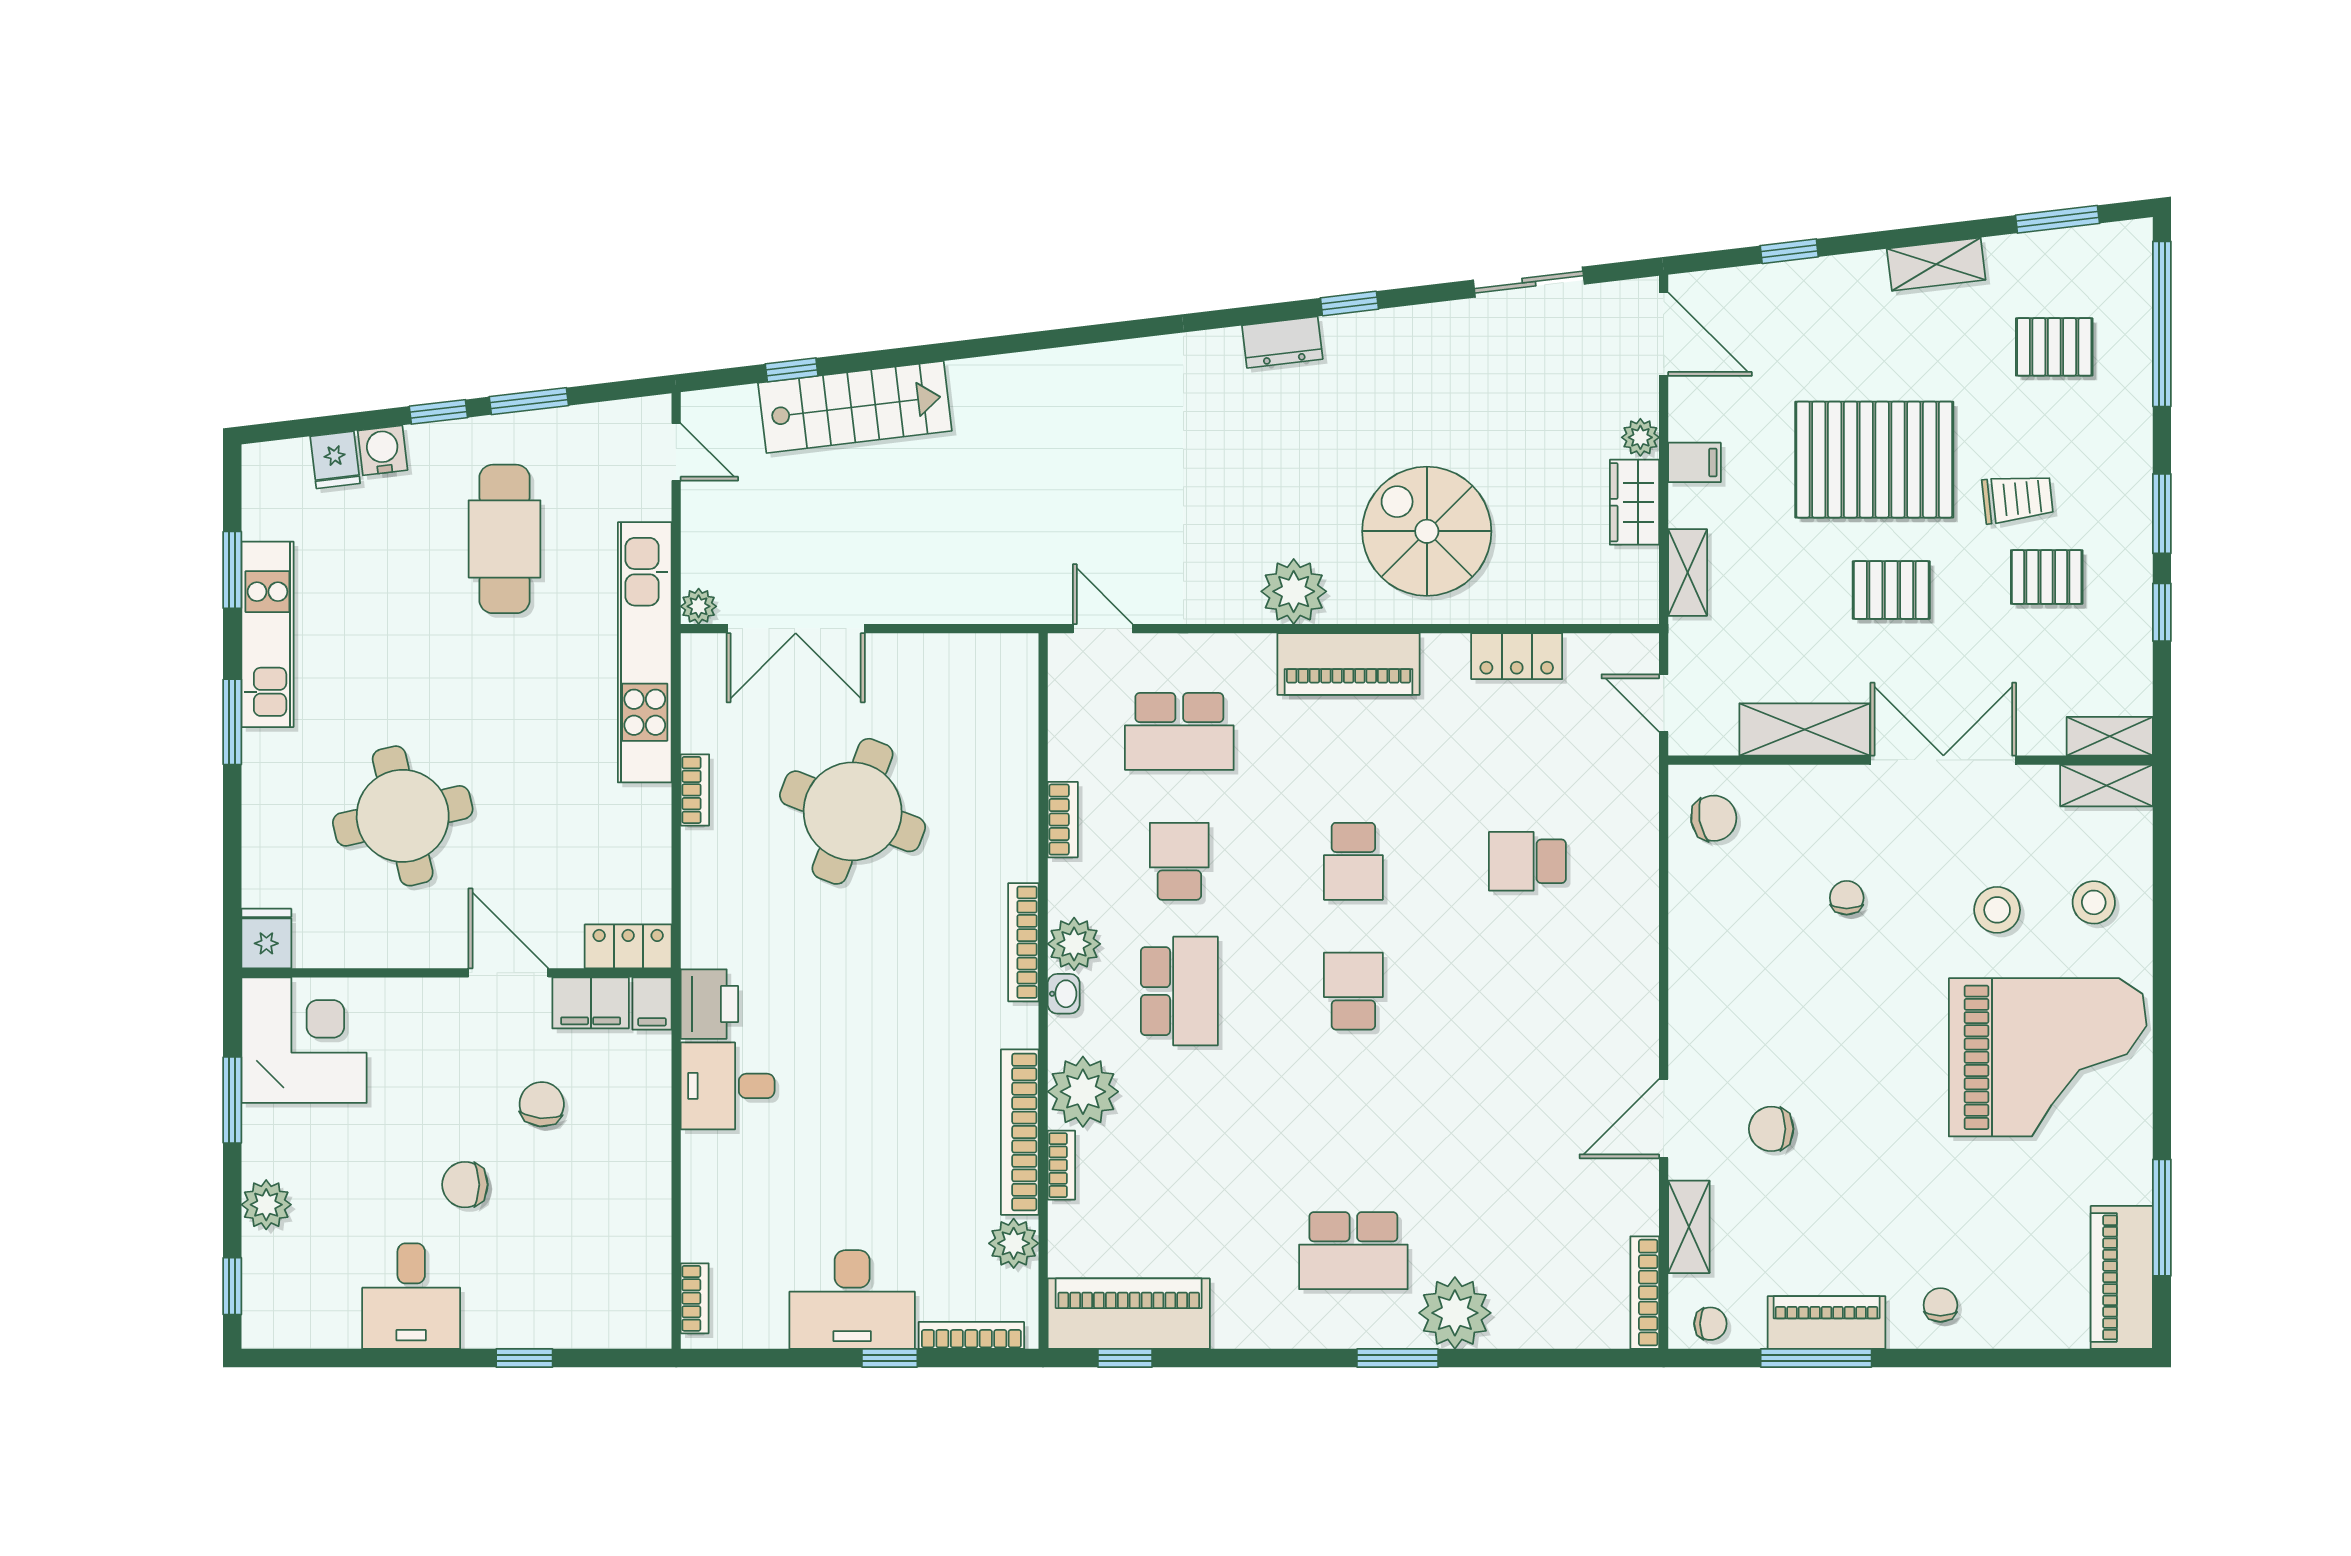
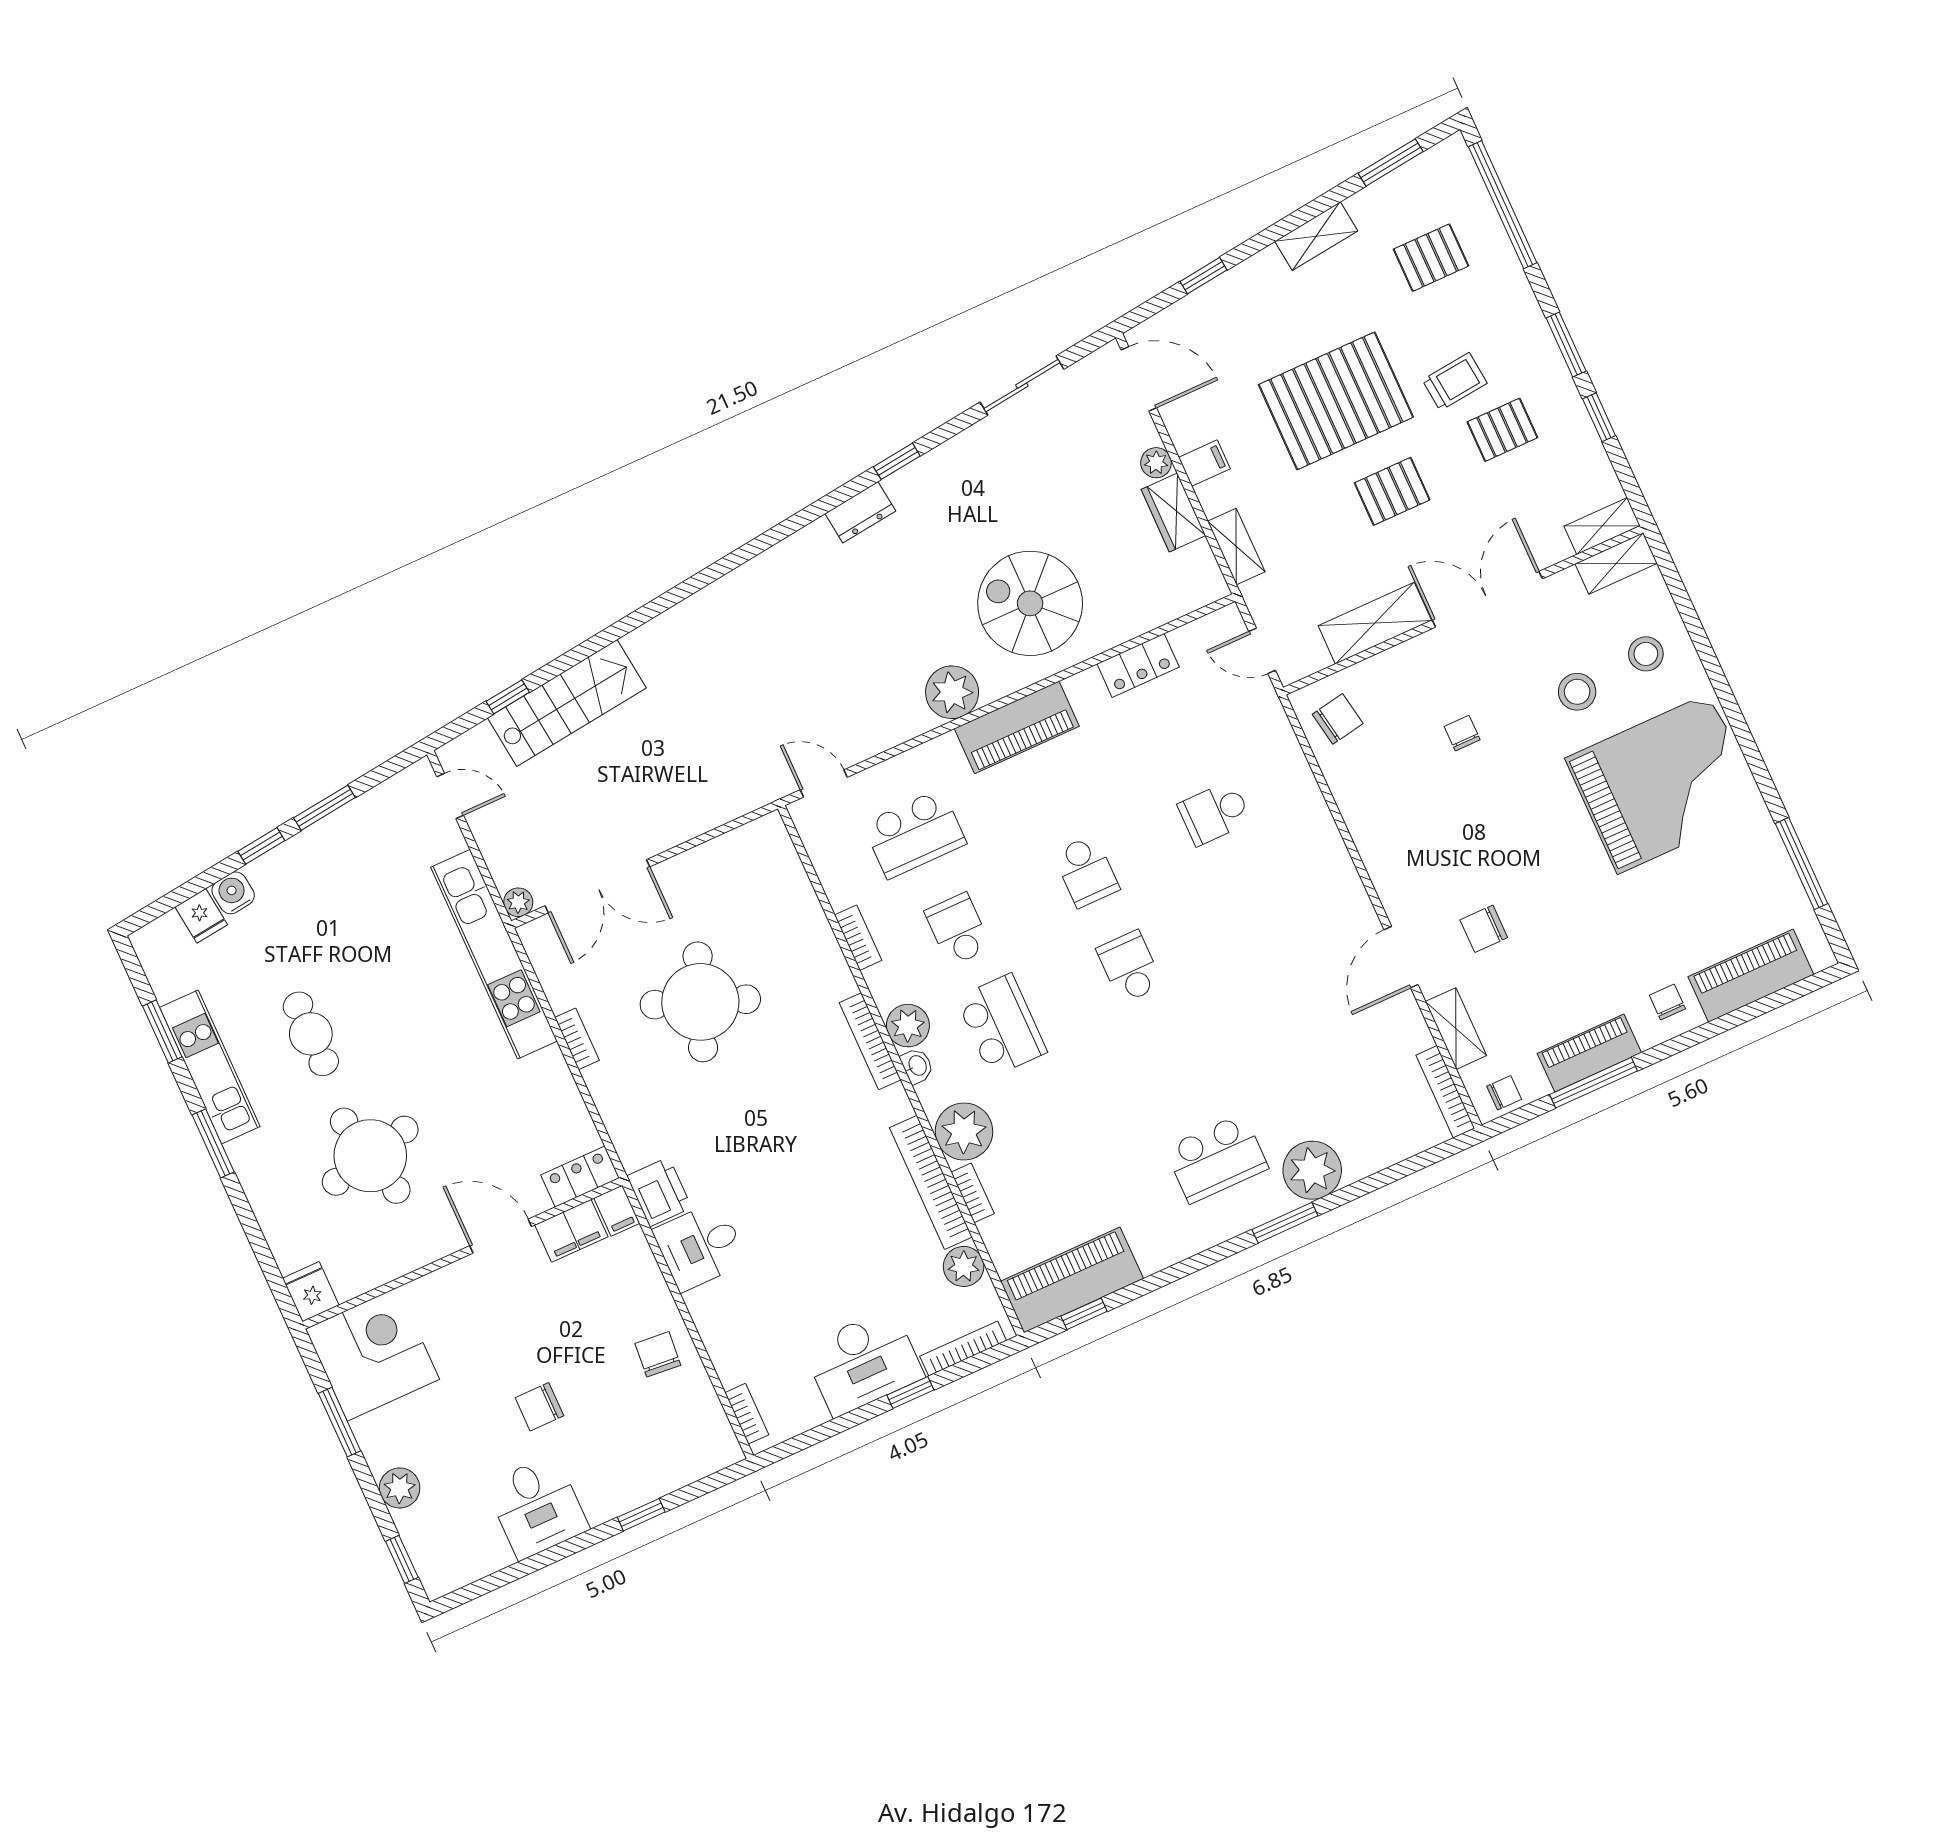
cafe table: (504, 539) -> (311, 1034), moved, width x0.73, depth x0.74
chair: (542, 1104) -> (658, 1354), moved
piano: (2122, 1277) -> (1751, 976), moved, turned 90

